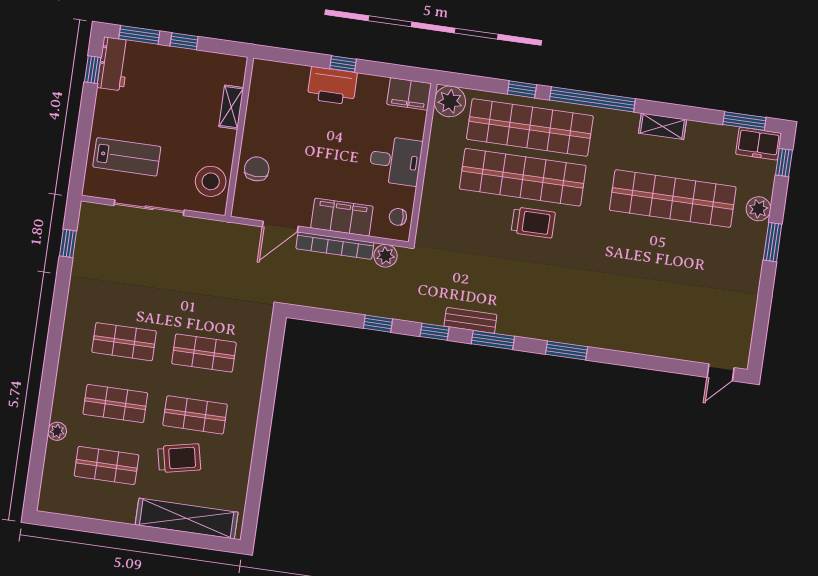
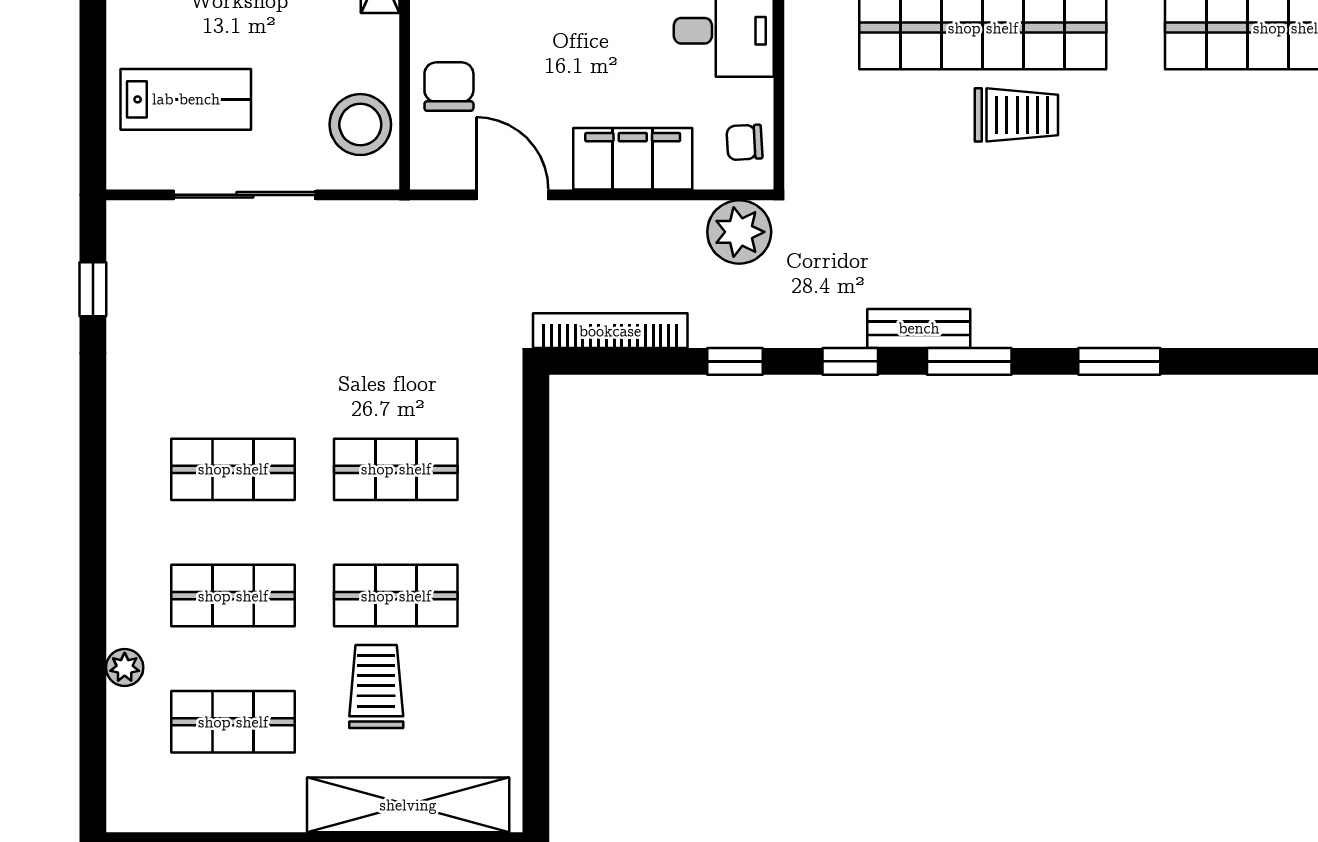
door: (280, 226) -> (512, 195), swing flipped
bookcase: (335, 246) -> (610, 331), moved, turned 180
plant: (385, 256) -> (739, 232), width x1.36, depth x1.36
trolley: (179, 458) -> (376, 686), turned -78

